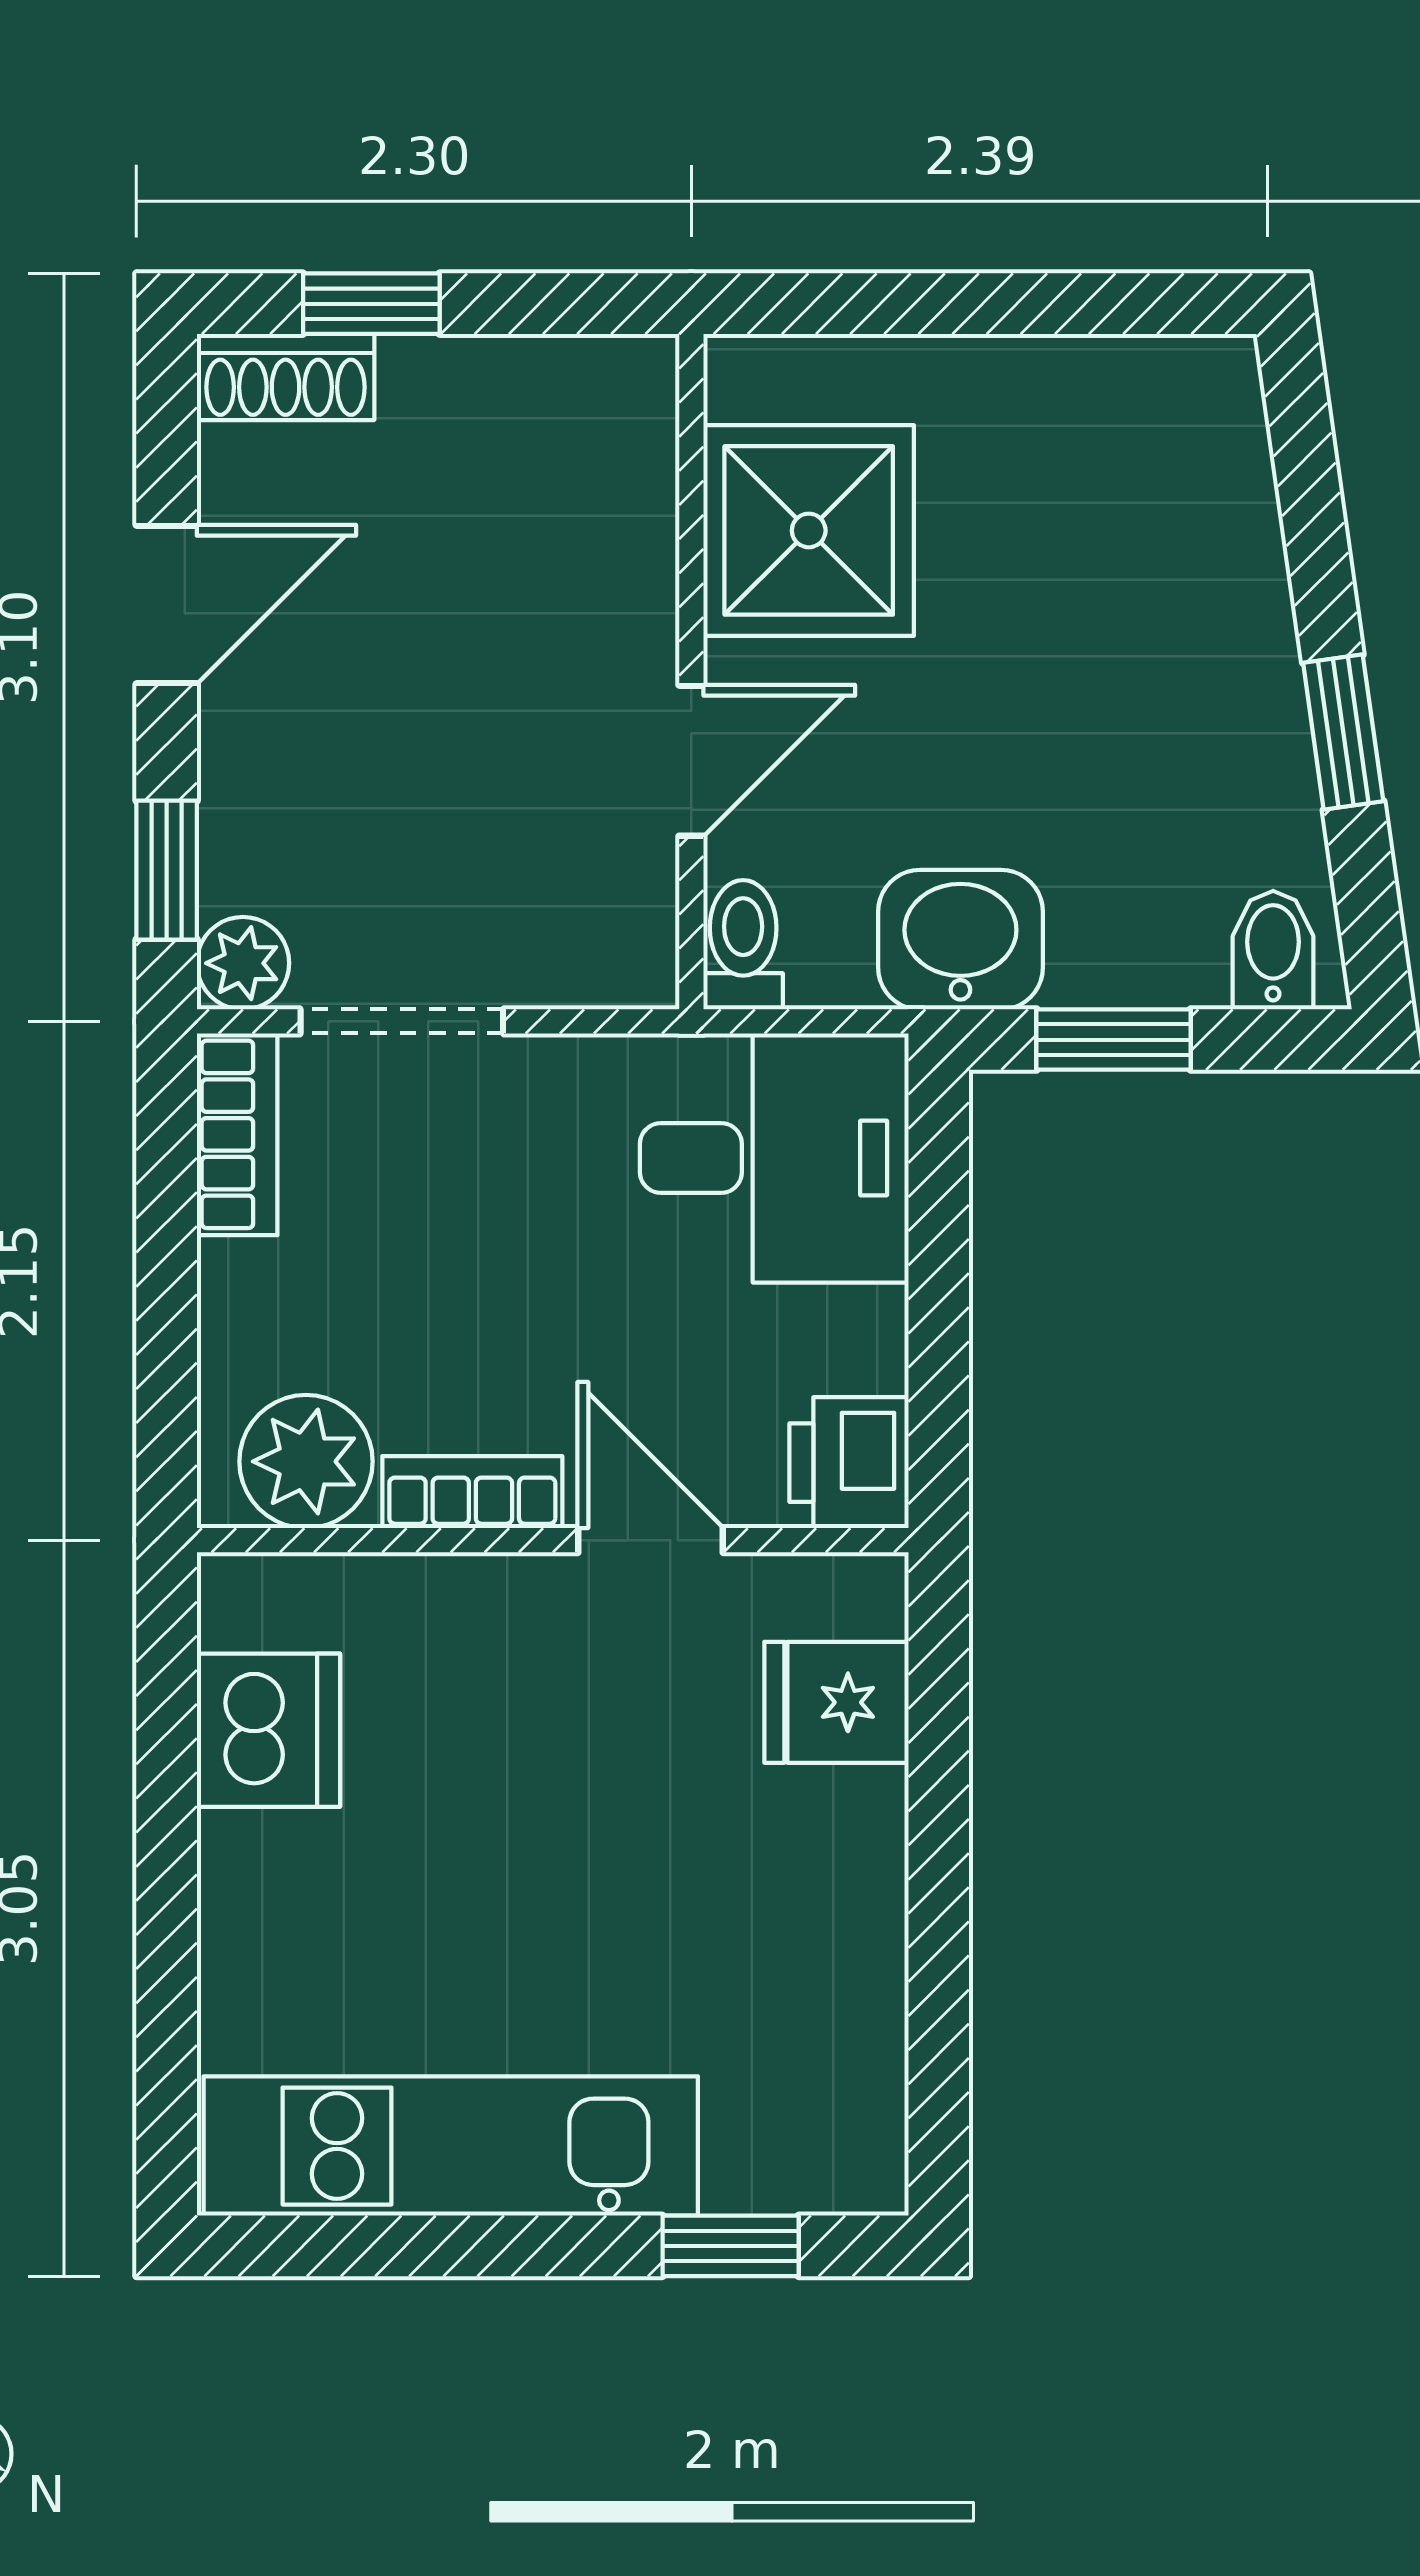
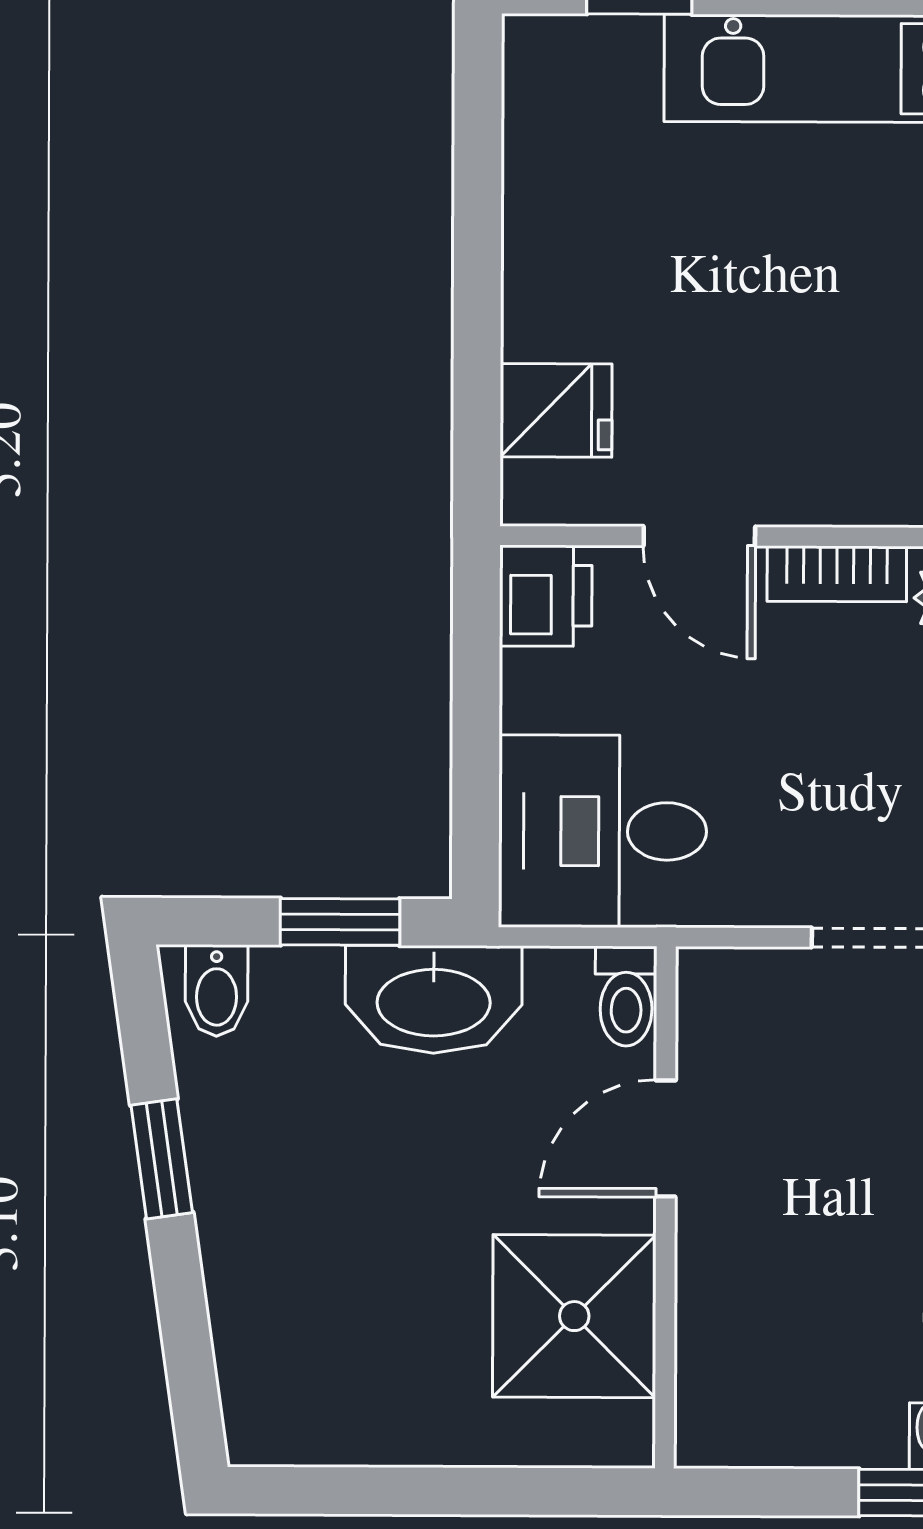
washbasin: (960, 940) -> (434, 999), width x1.38

